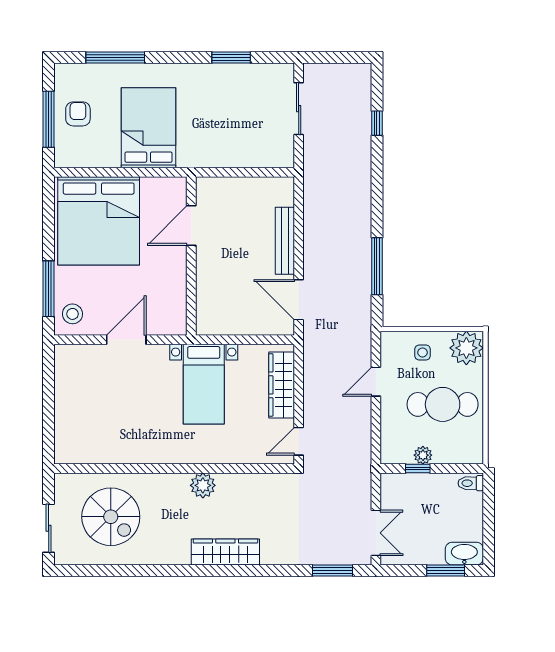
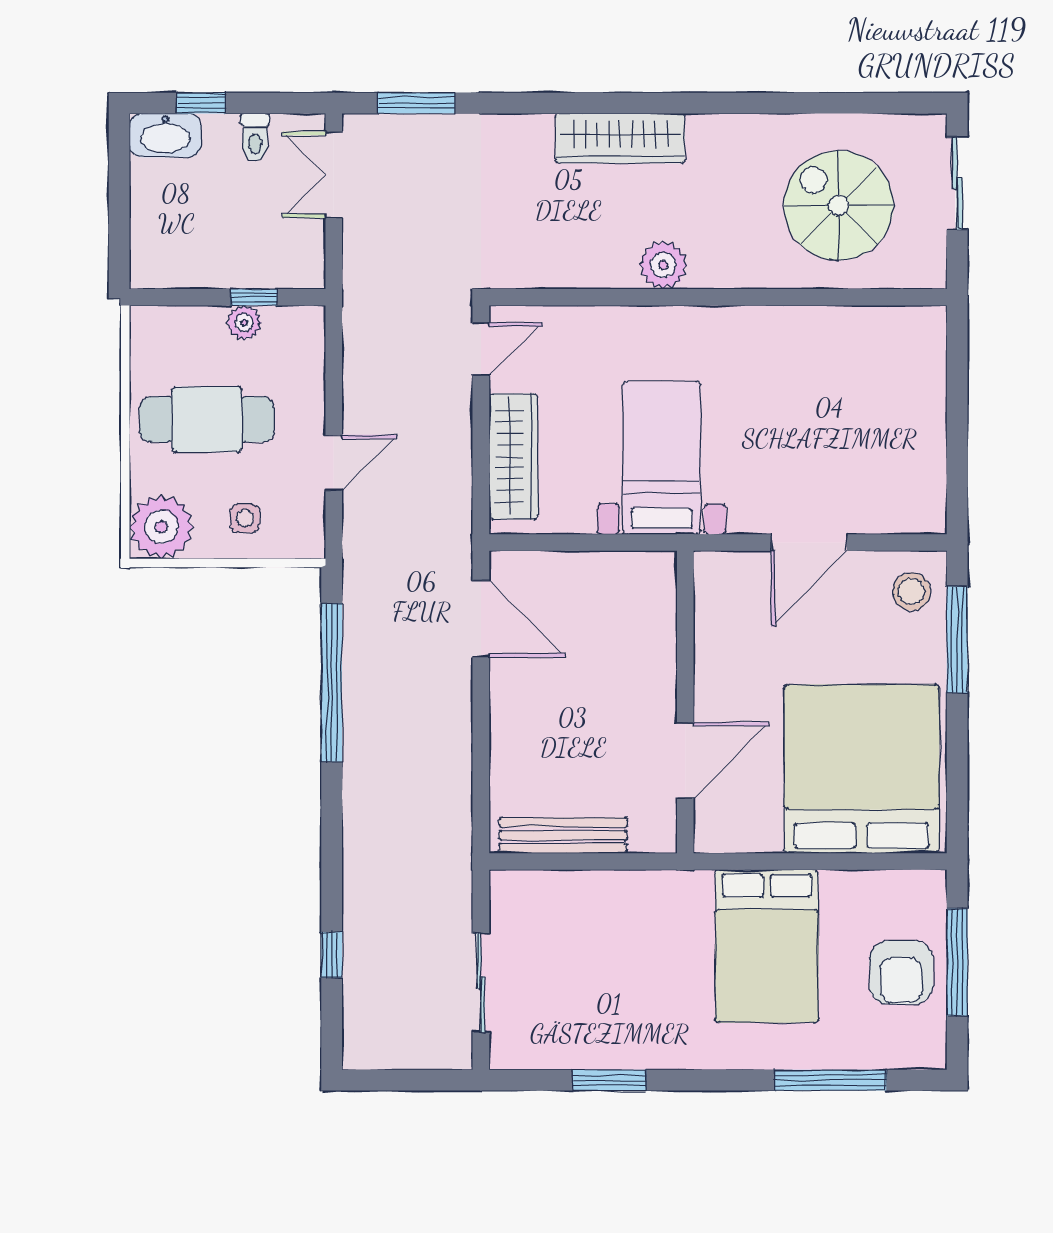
armchair: (78, 114) -> (901, 973), width x1.38, depth x1.38
bench: (285, 241) -> (563, 835), moved, turned 90
window: (377, 266) -> (332, 683), width x1.46
toilet: (471, 483) -> (255, 137), moved, turned 90
window: (446, 571) -> (201, 103), width x0.67

